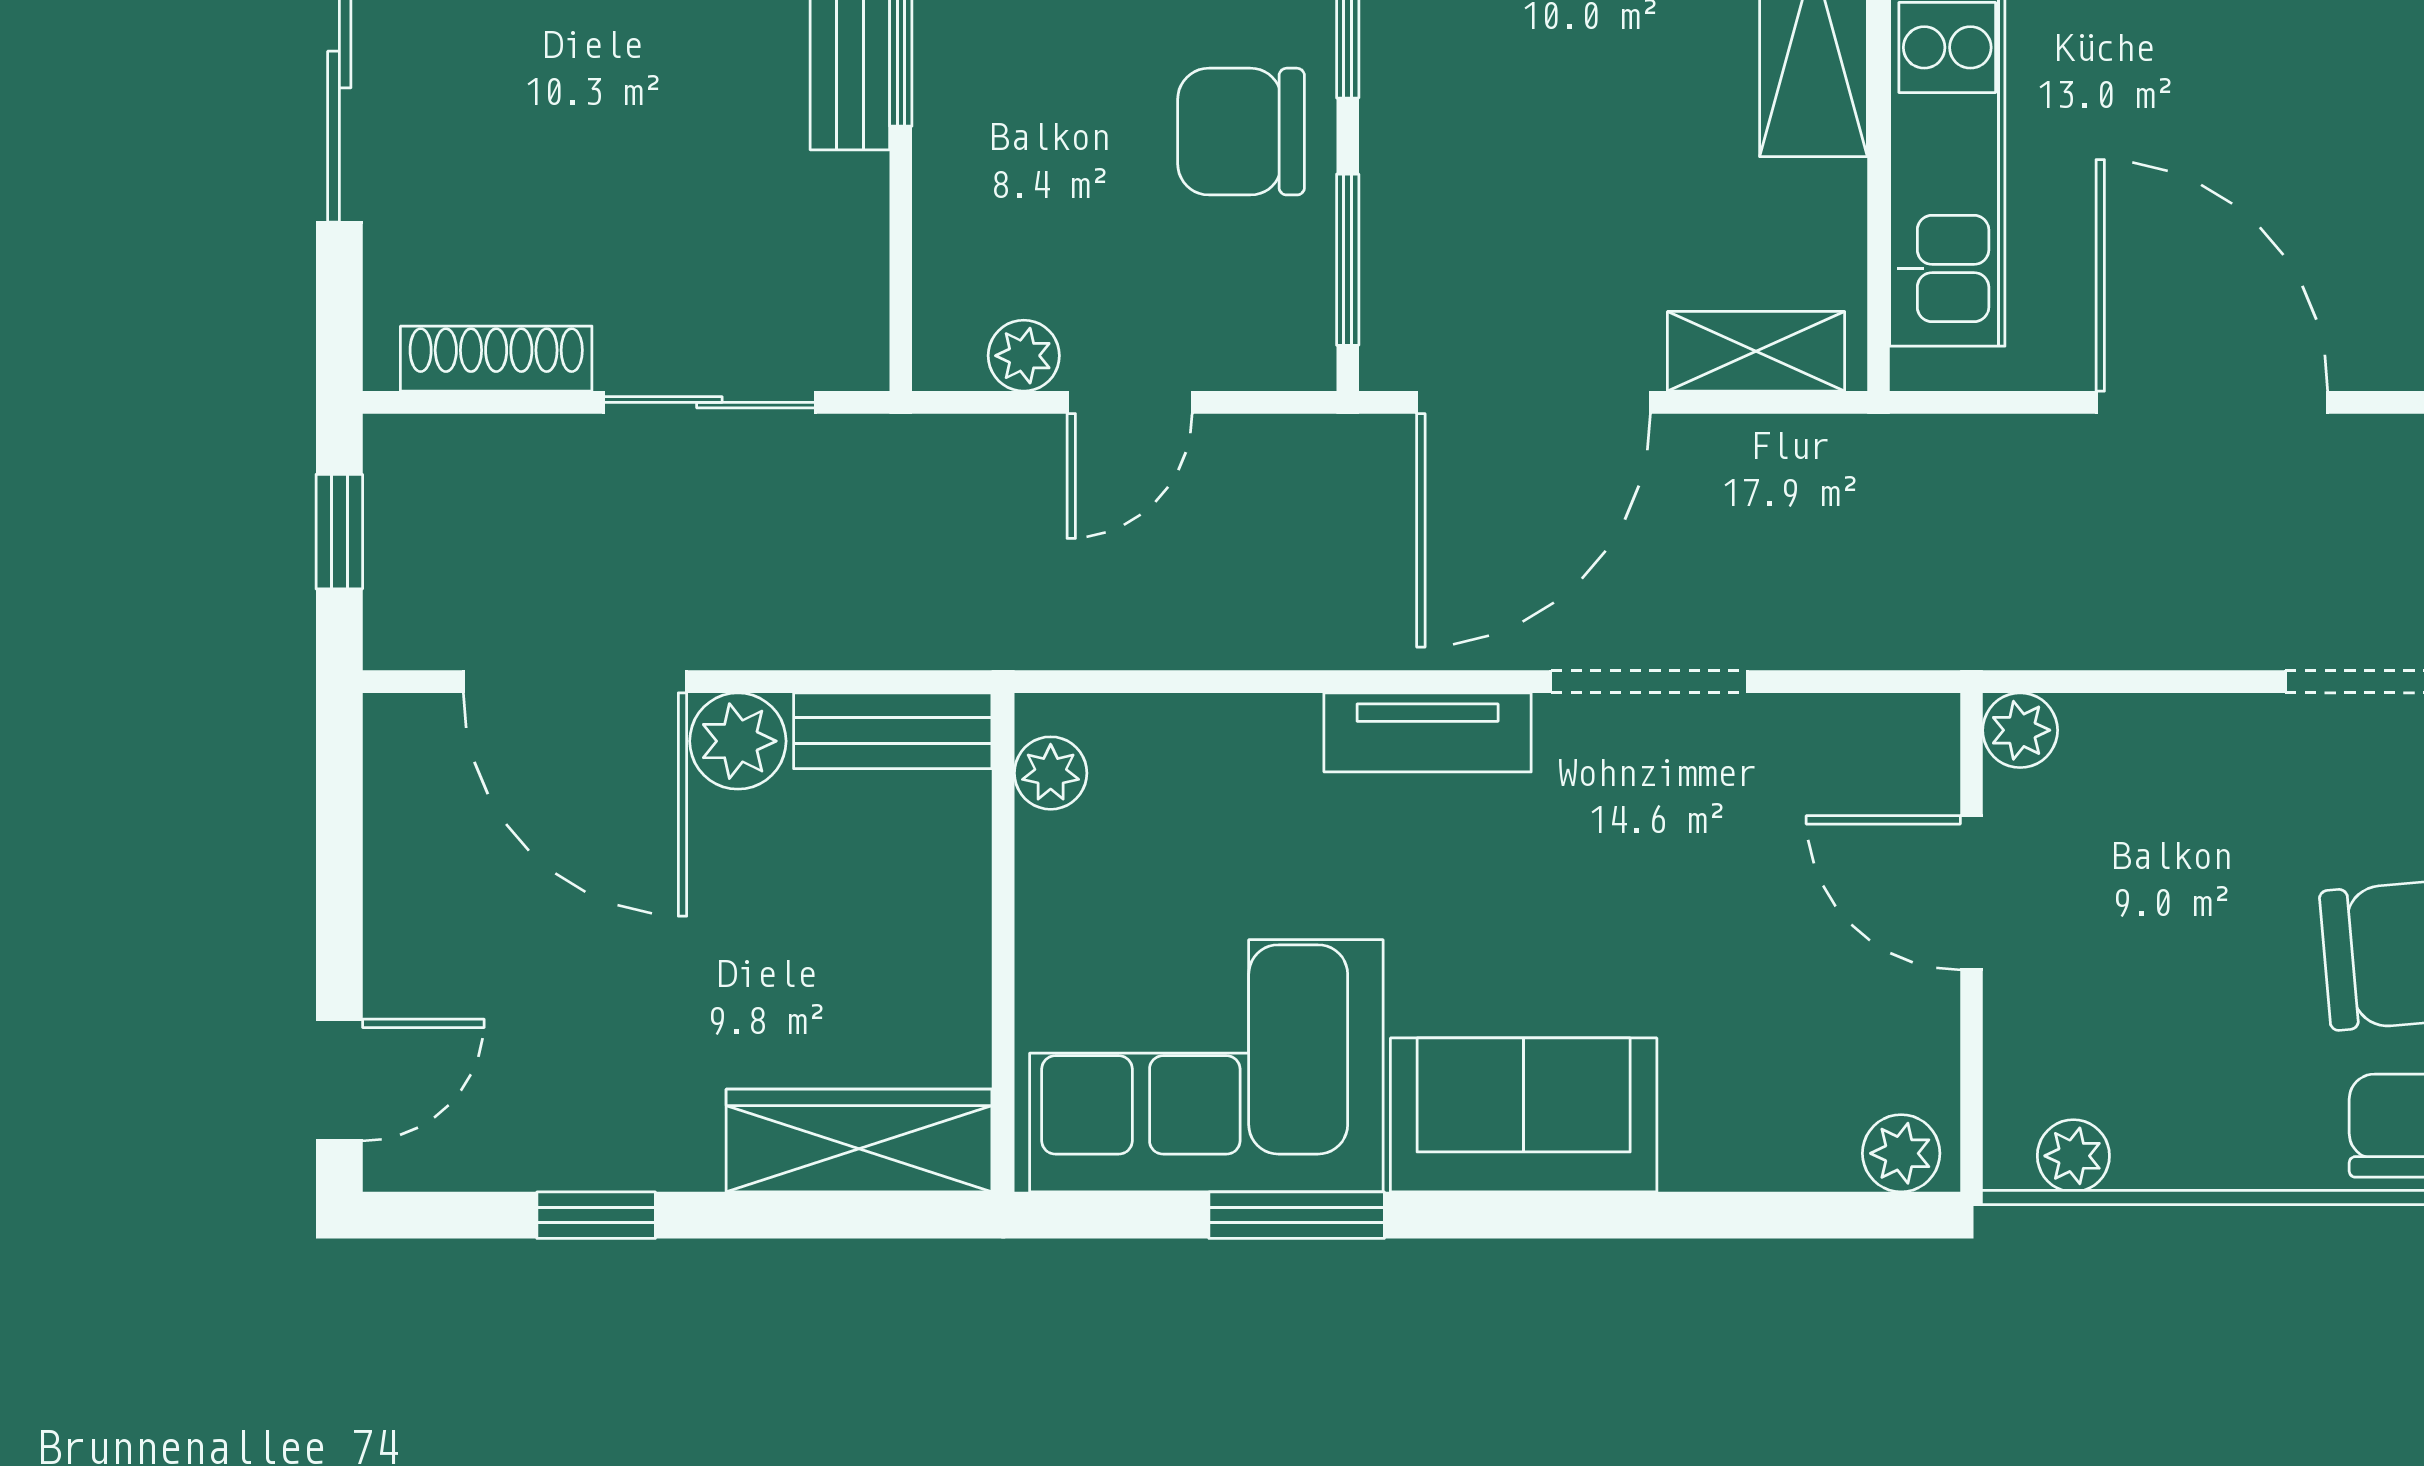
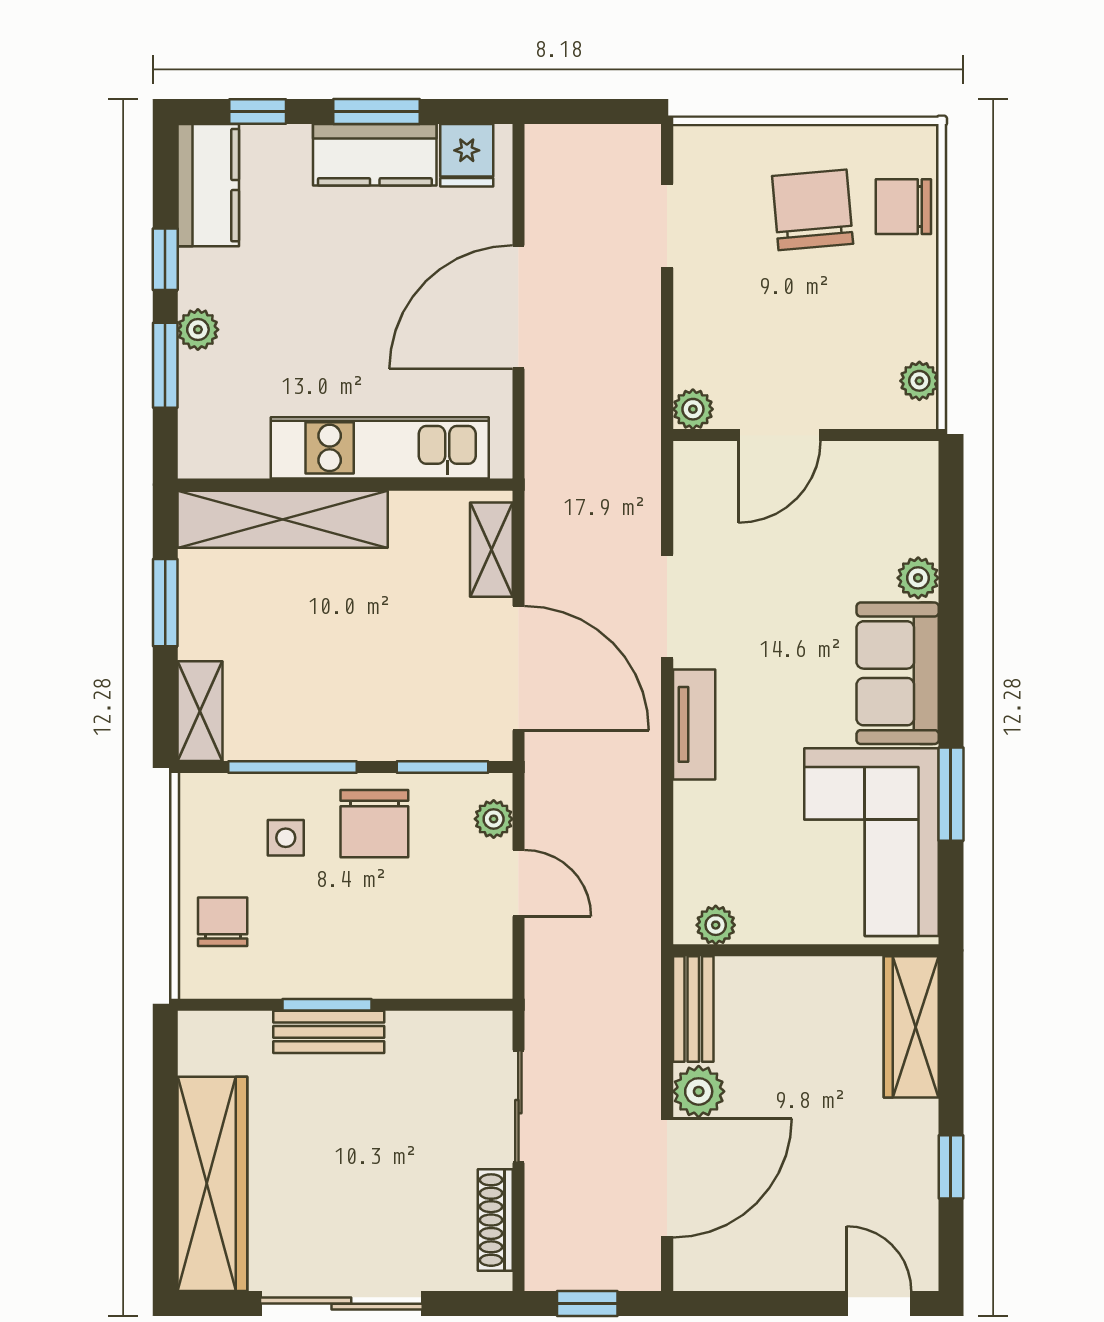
plant: (1024, 356) -> (494, 819), moved
plant: (1901, 1153) -> (918, 578), moved

